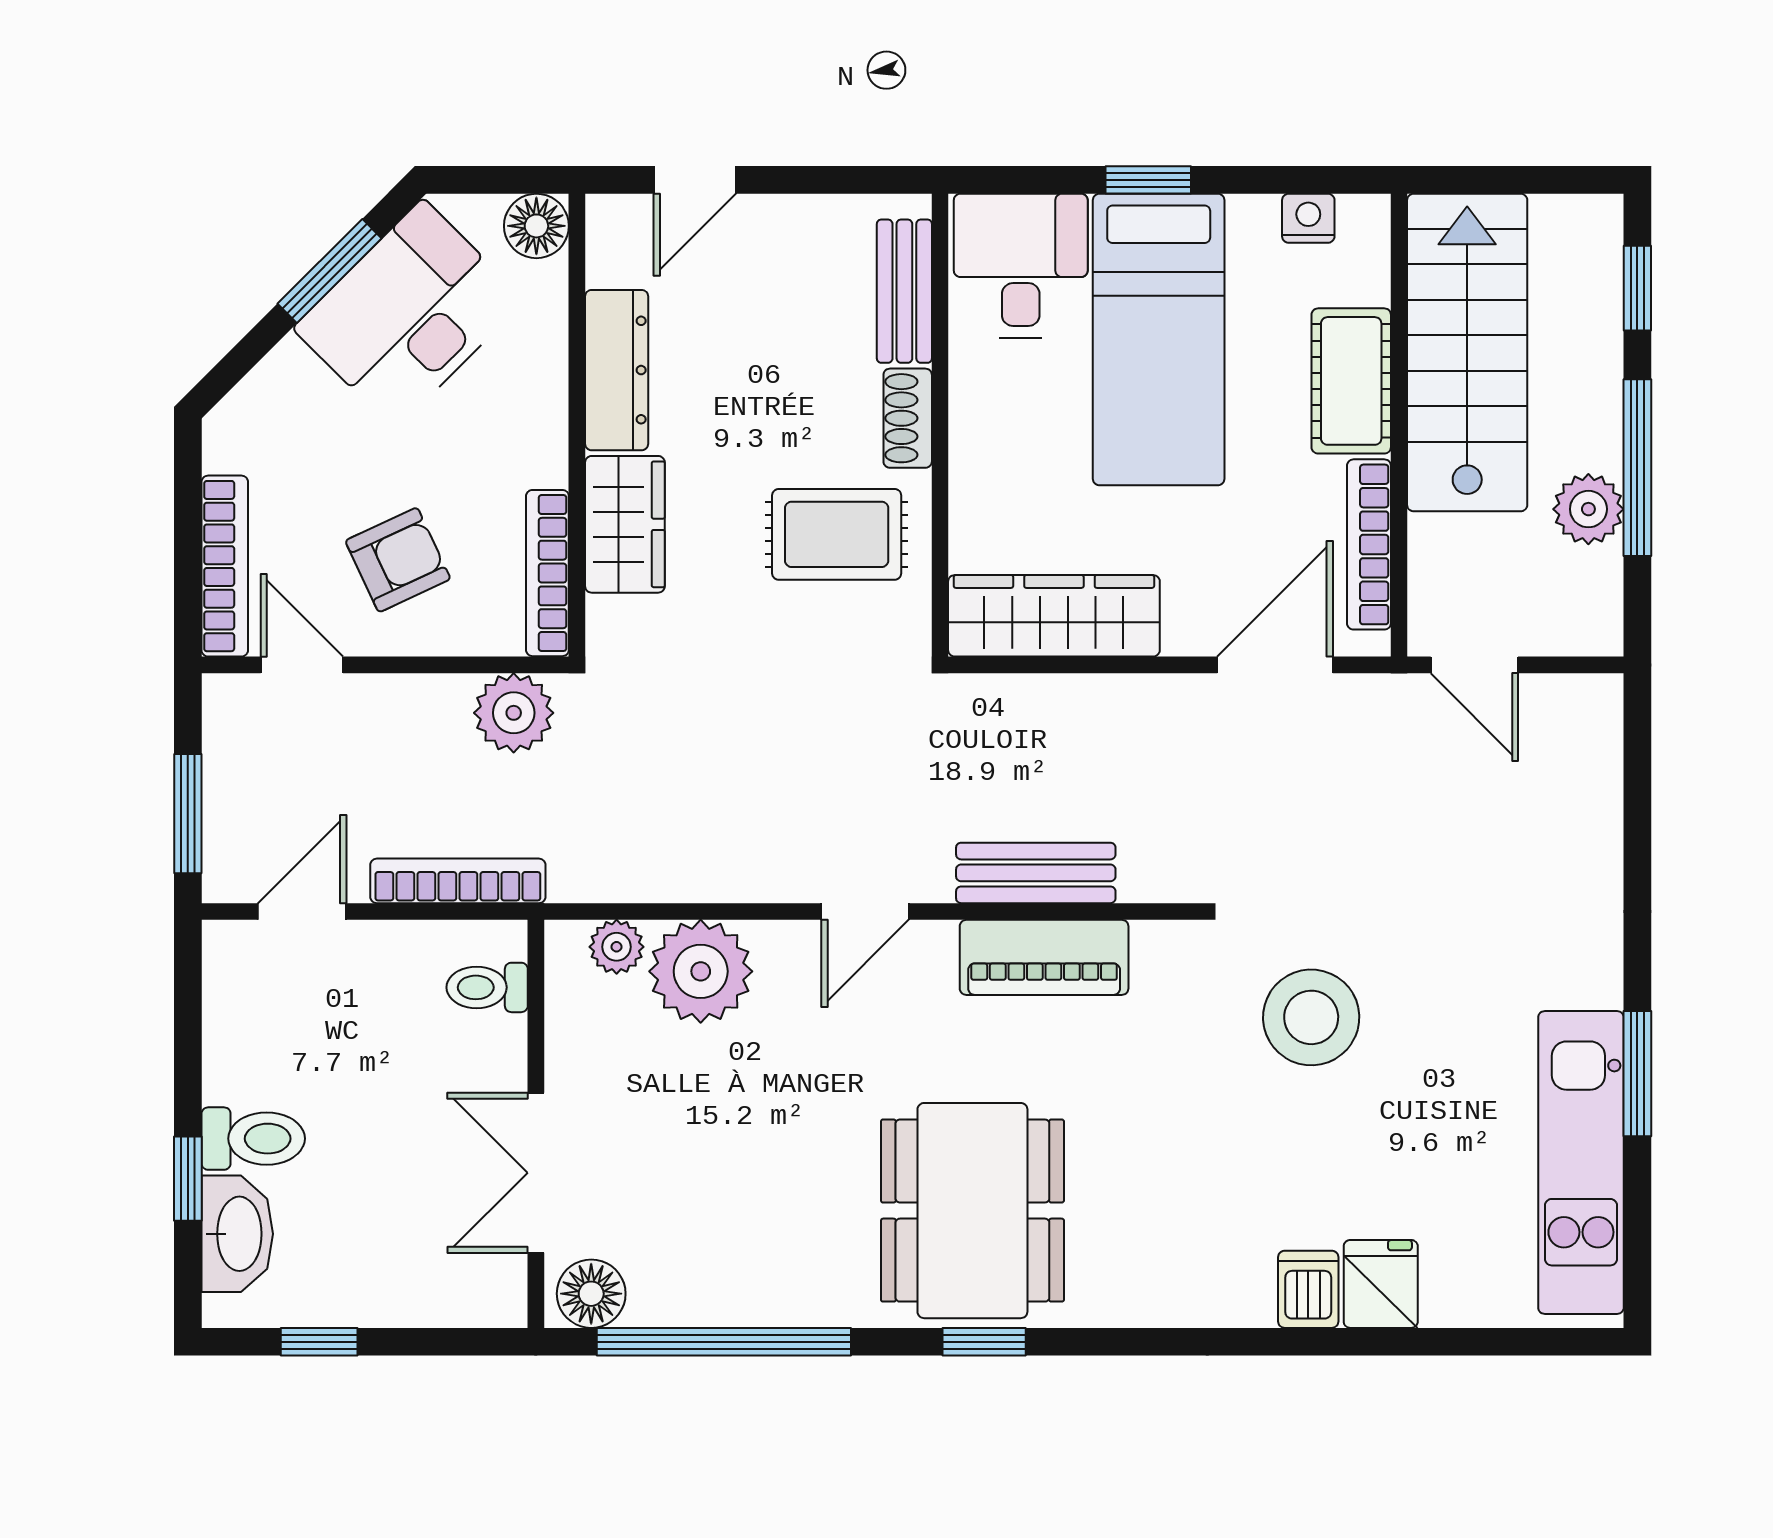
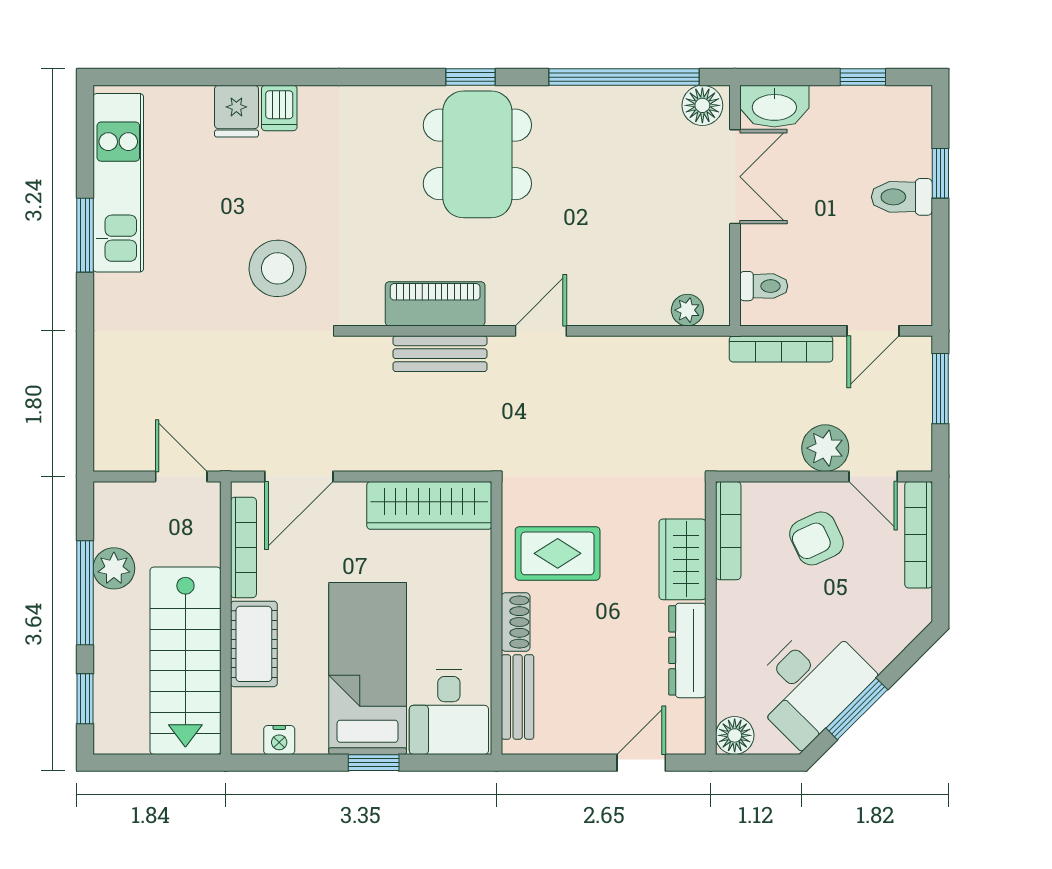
plant: (514, 713) -> (825, 448), moved
plant: (701, 971) -> (638, 296), removed
washbasin: (237, 1234) -> (774, 106), moved, turned -90

